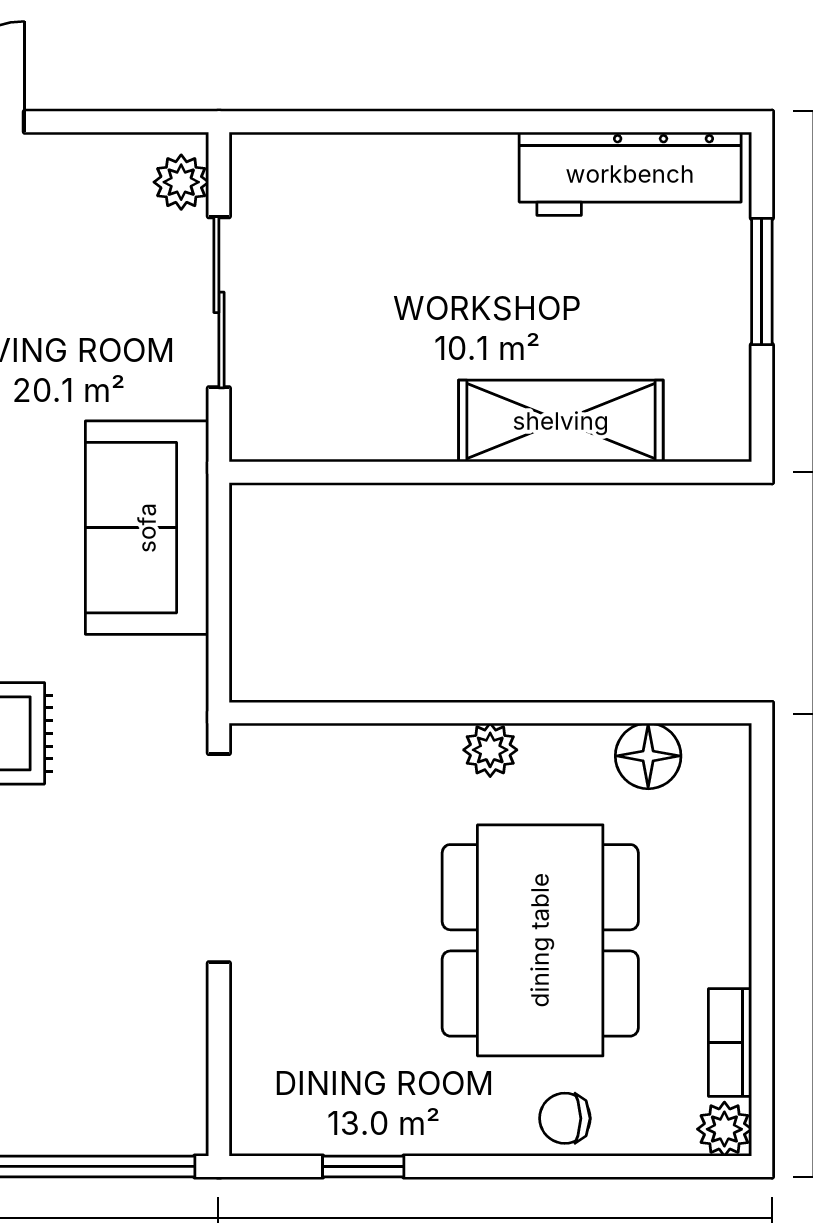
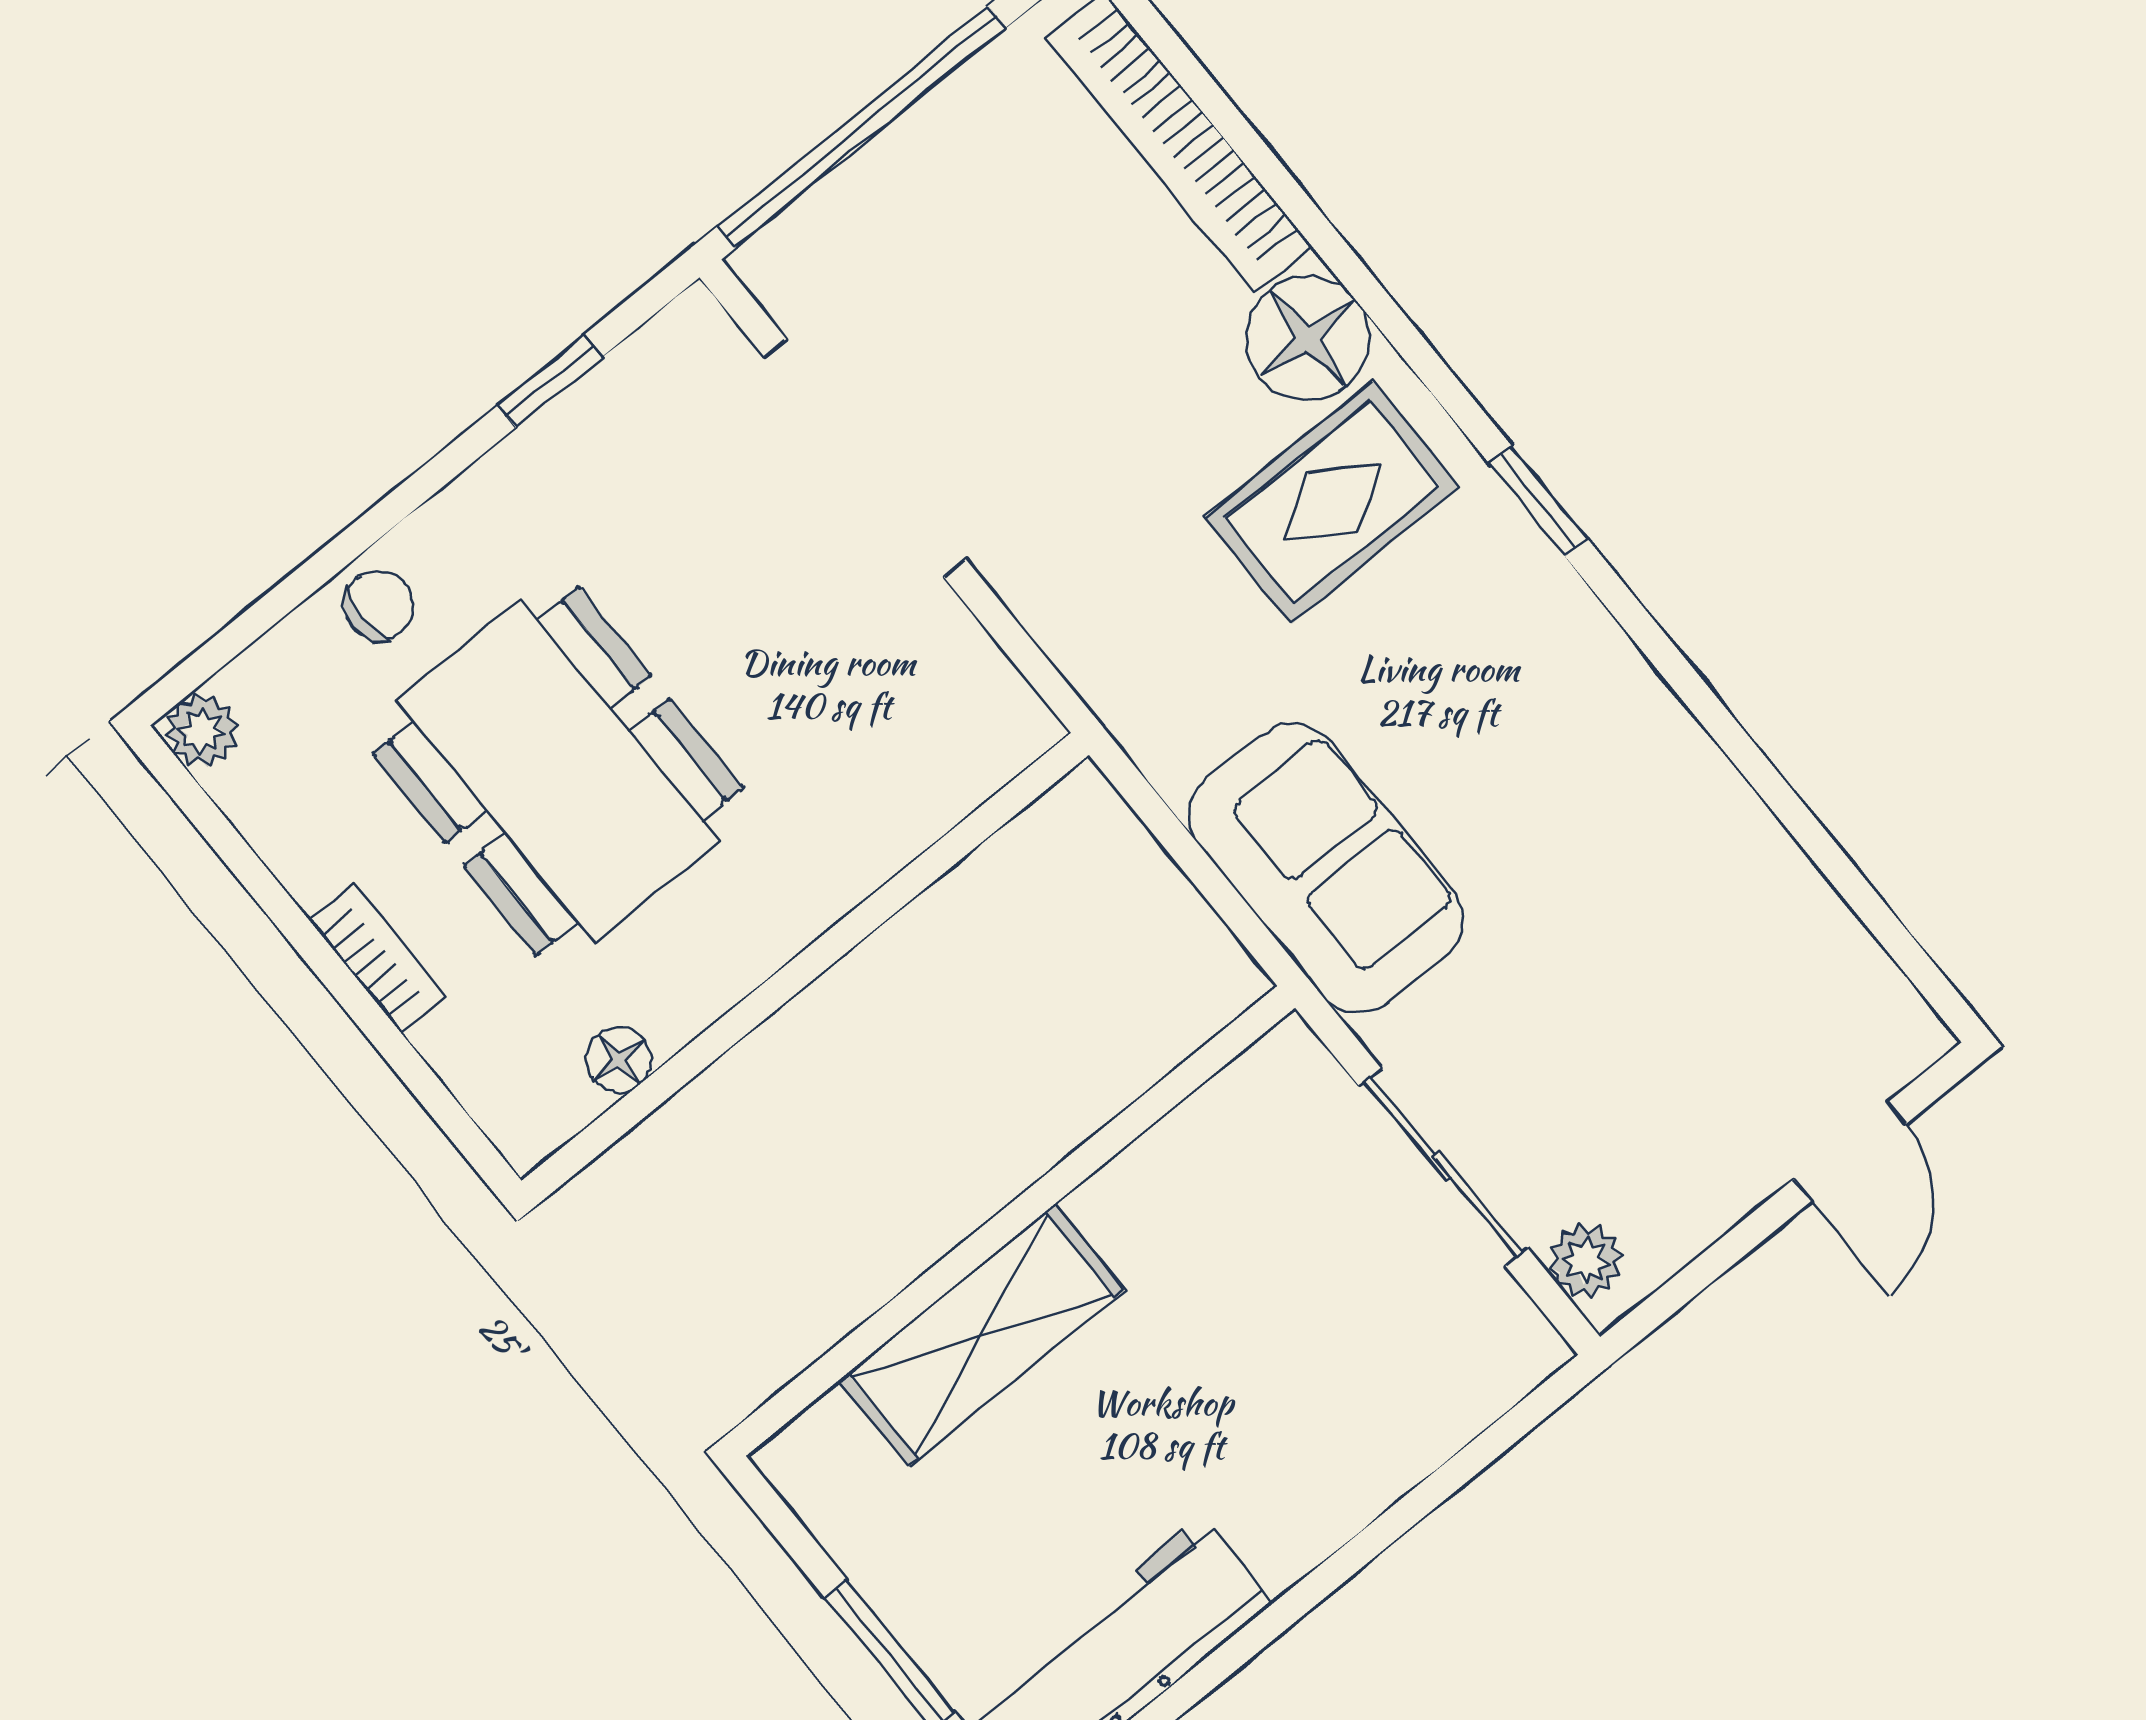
plant: (490, 750) -> (773, 929), removed
floor lamp: (648, 756) -> (619, 1060), width x0.73, depth x0.73
doorway: (219, 858) -> (865, 458), moved
bookcase: (730, 1042) -> (377, 958), moved

